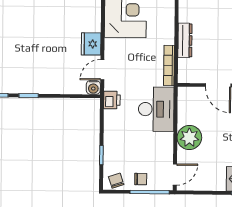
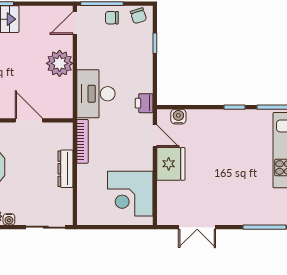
fridge: (91, 44) -> (171, 164), width x1.36, depth x1.34
door: (102, 70) -> (155, 136), hinge flipped
water cooler: (93, 87) -> (178, 117), moved

